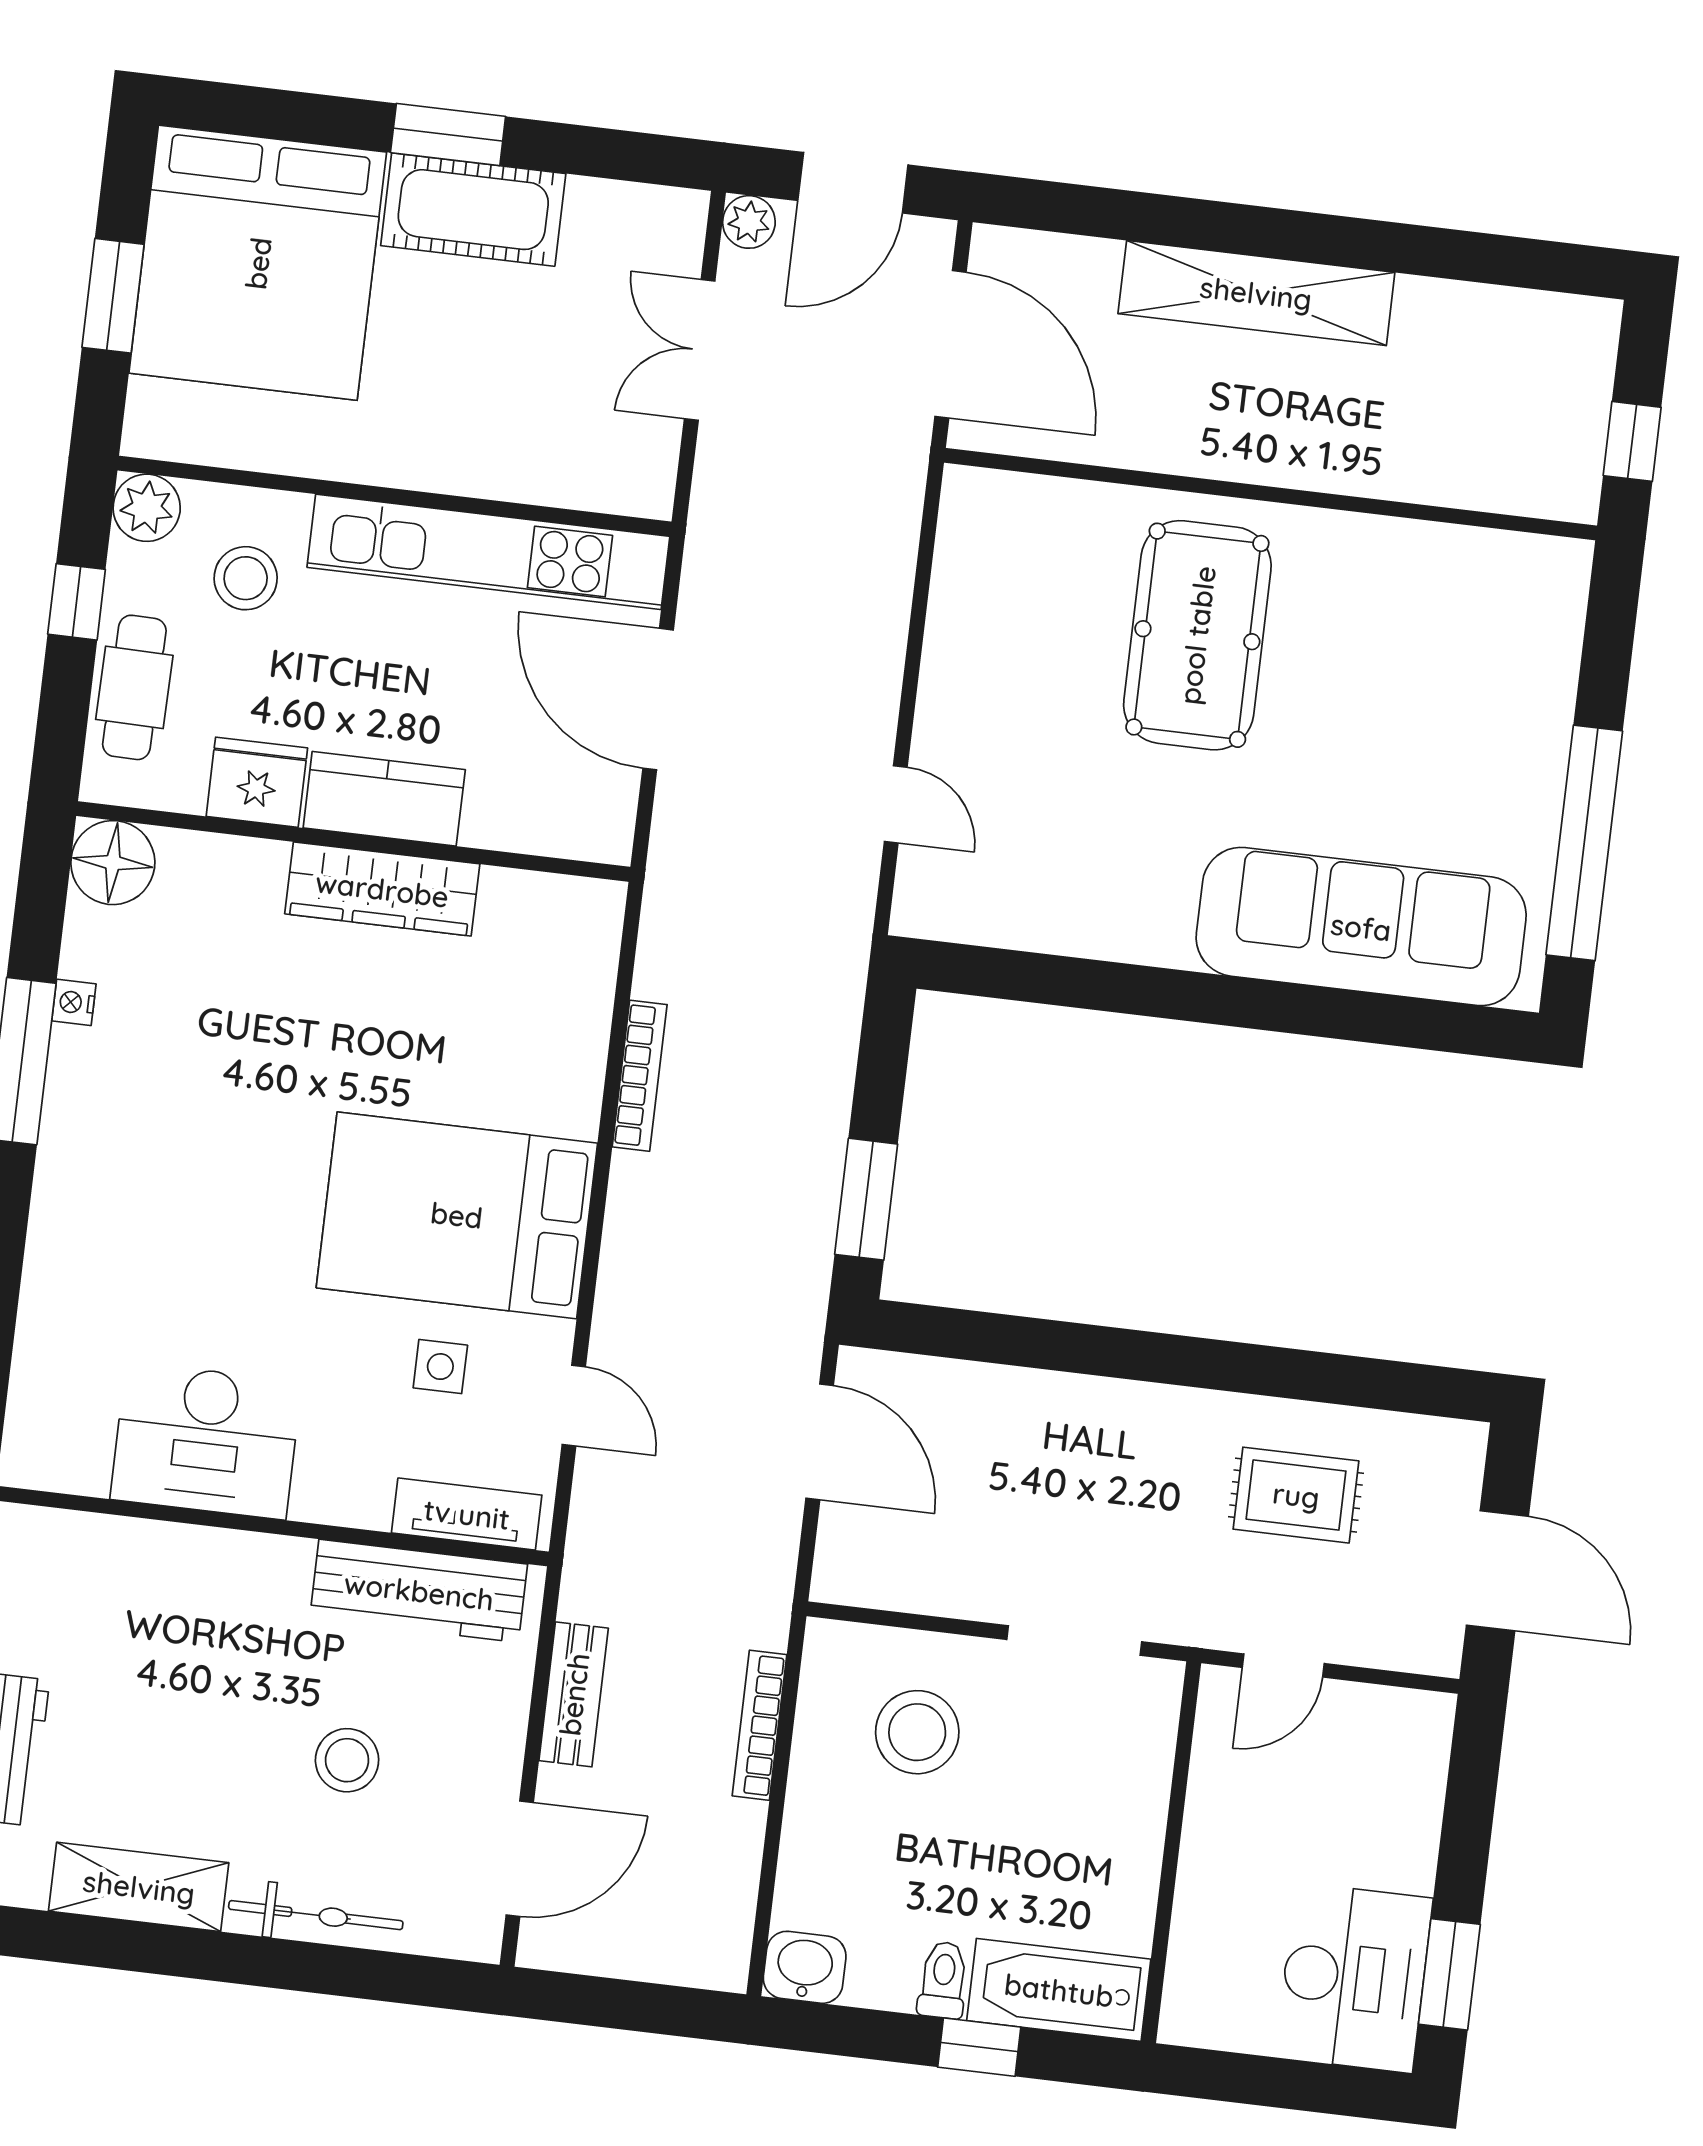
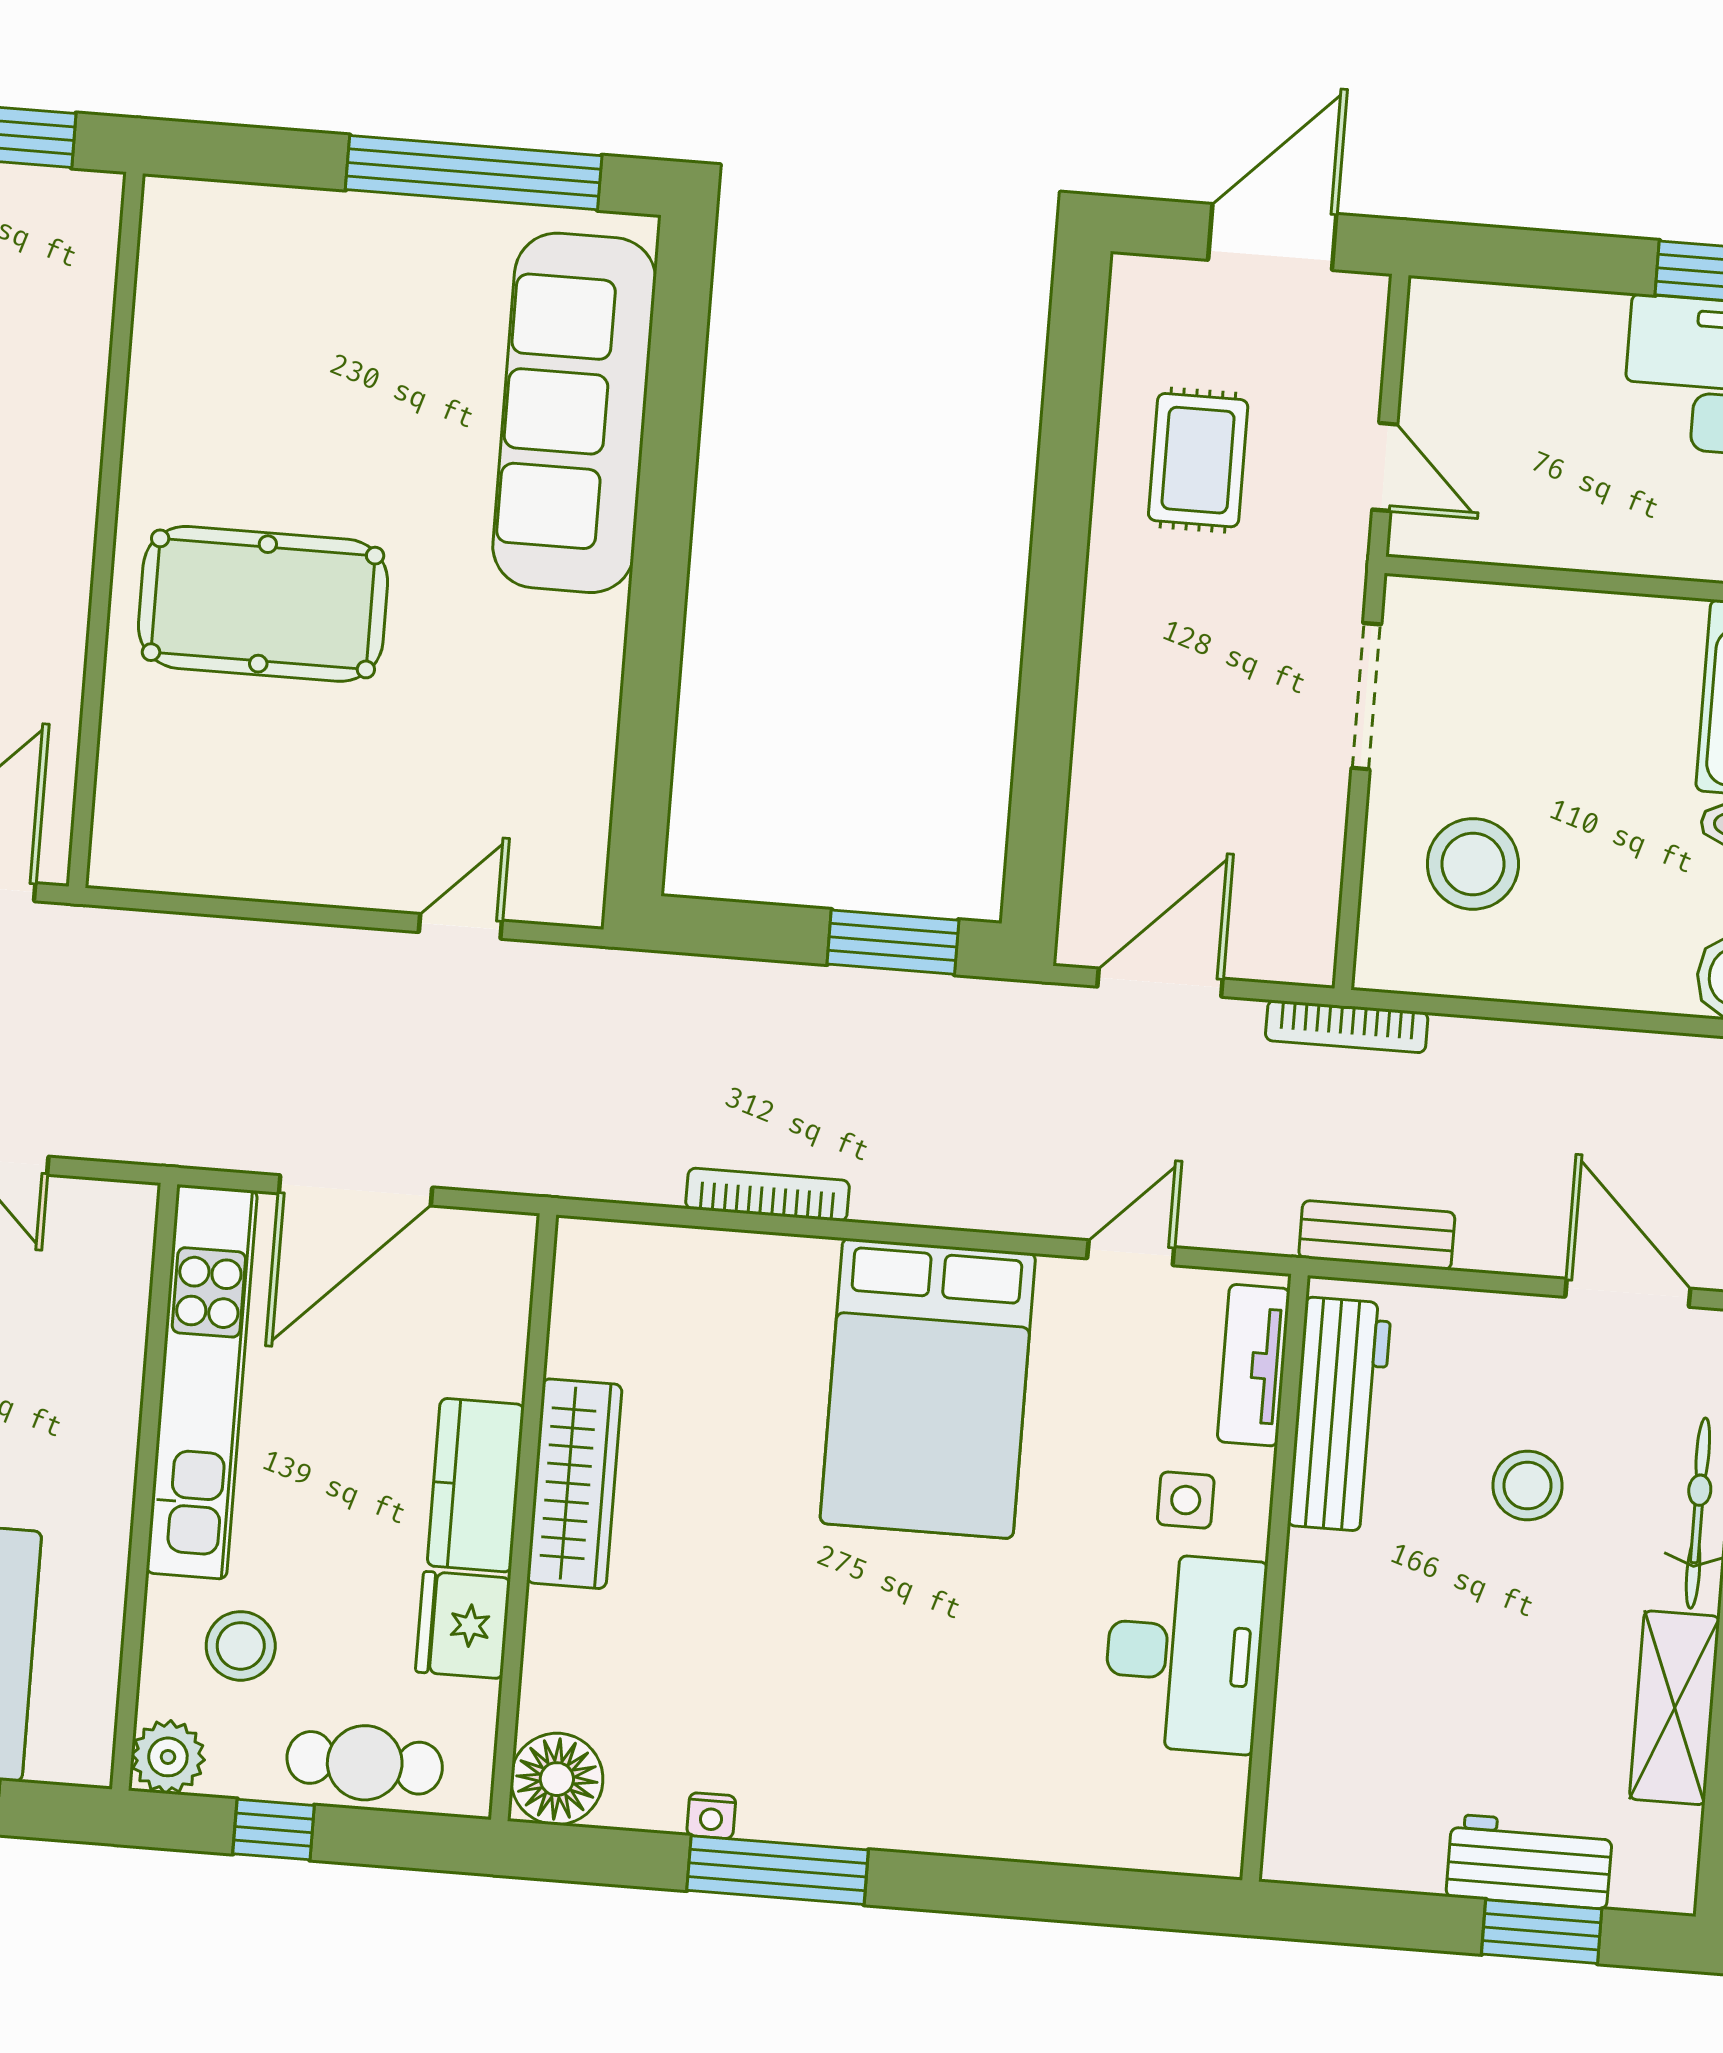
side table: (440, 1367) -> (1186, 1500), moved
bench: (574, 1694) -> (1377, 1235), moved
bookcase: (759, 1725) -> (1347, 1026), moved

